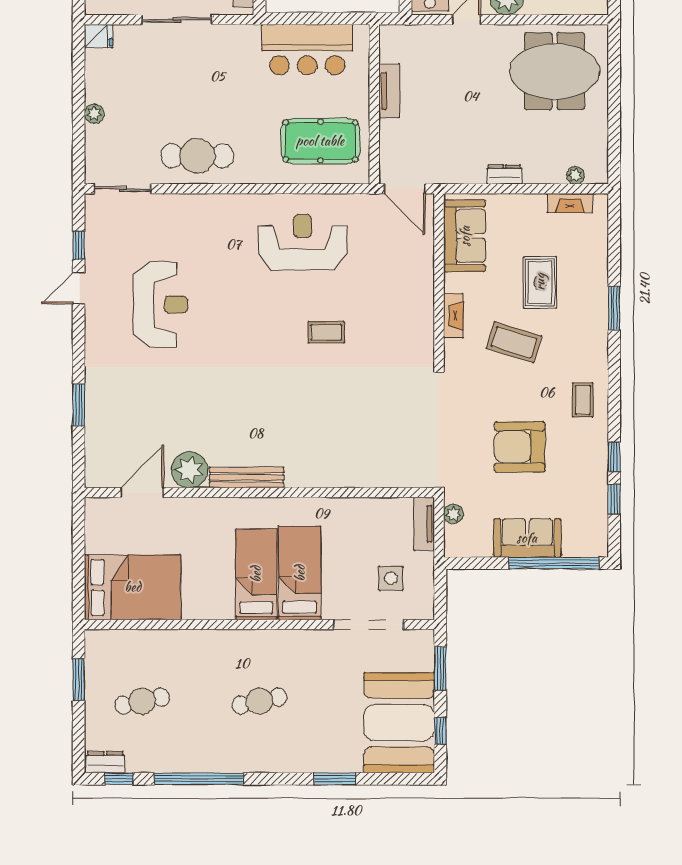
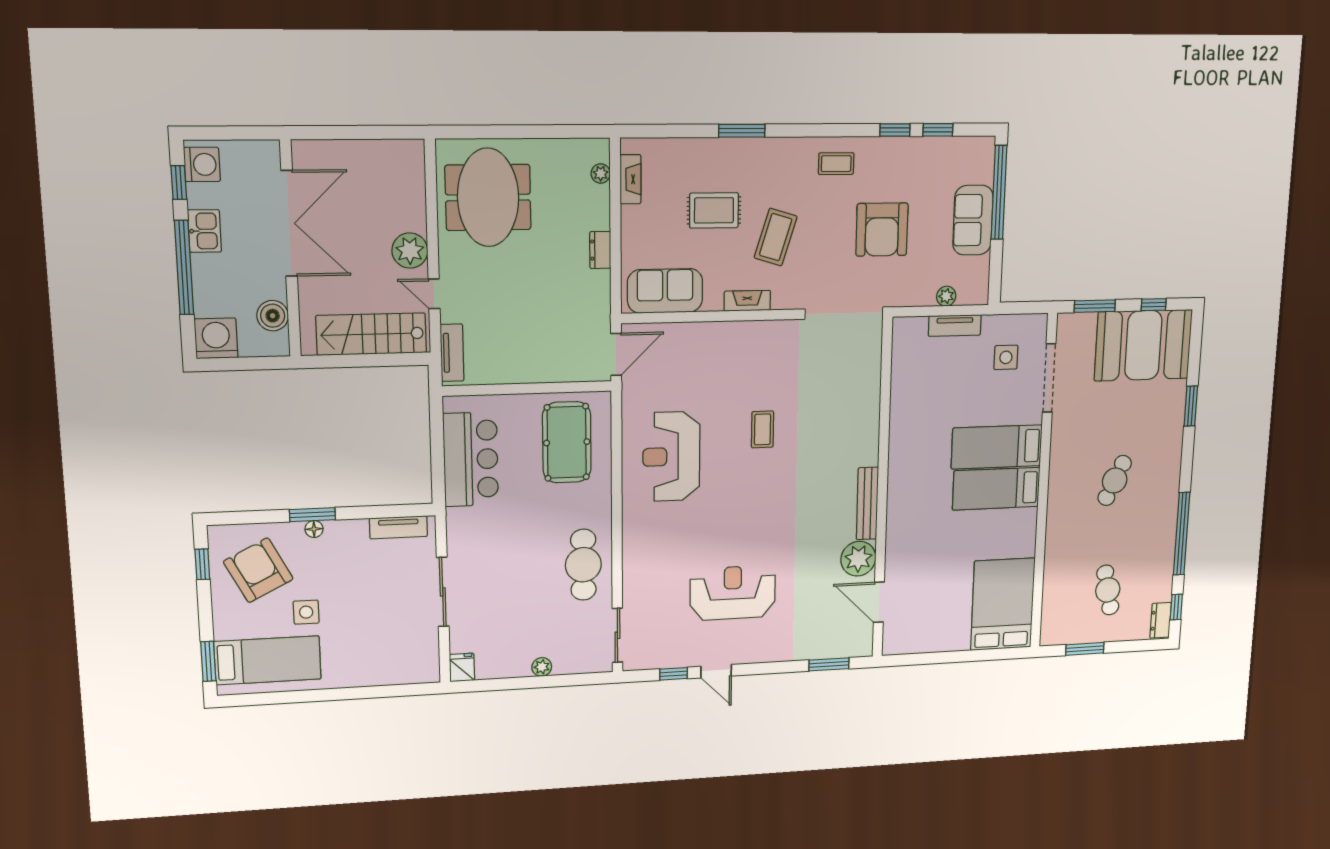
tv unit: (389, 91) -> (452, 353), moved, turned 90
plant: (189, 470) -> (858, 559), moved
bench: (247, 477) -> (867, 503), moved
door: (142, 492) -> (879, 602), moved
wall: (259, 492) -> (882, 490), moved
cafe table: (259, 701) -> (1115, 480), turned 36

